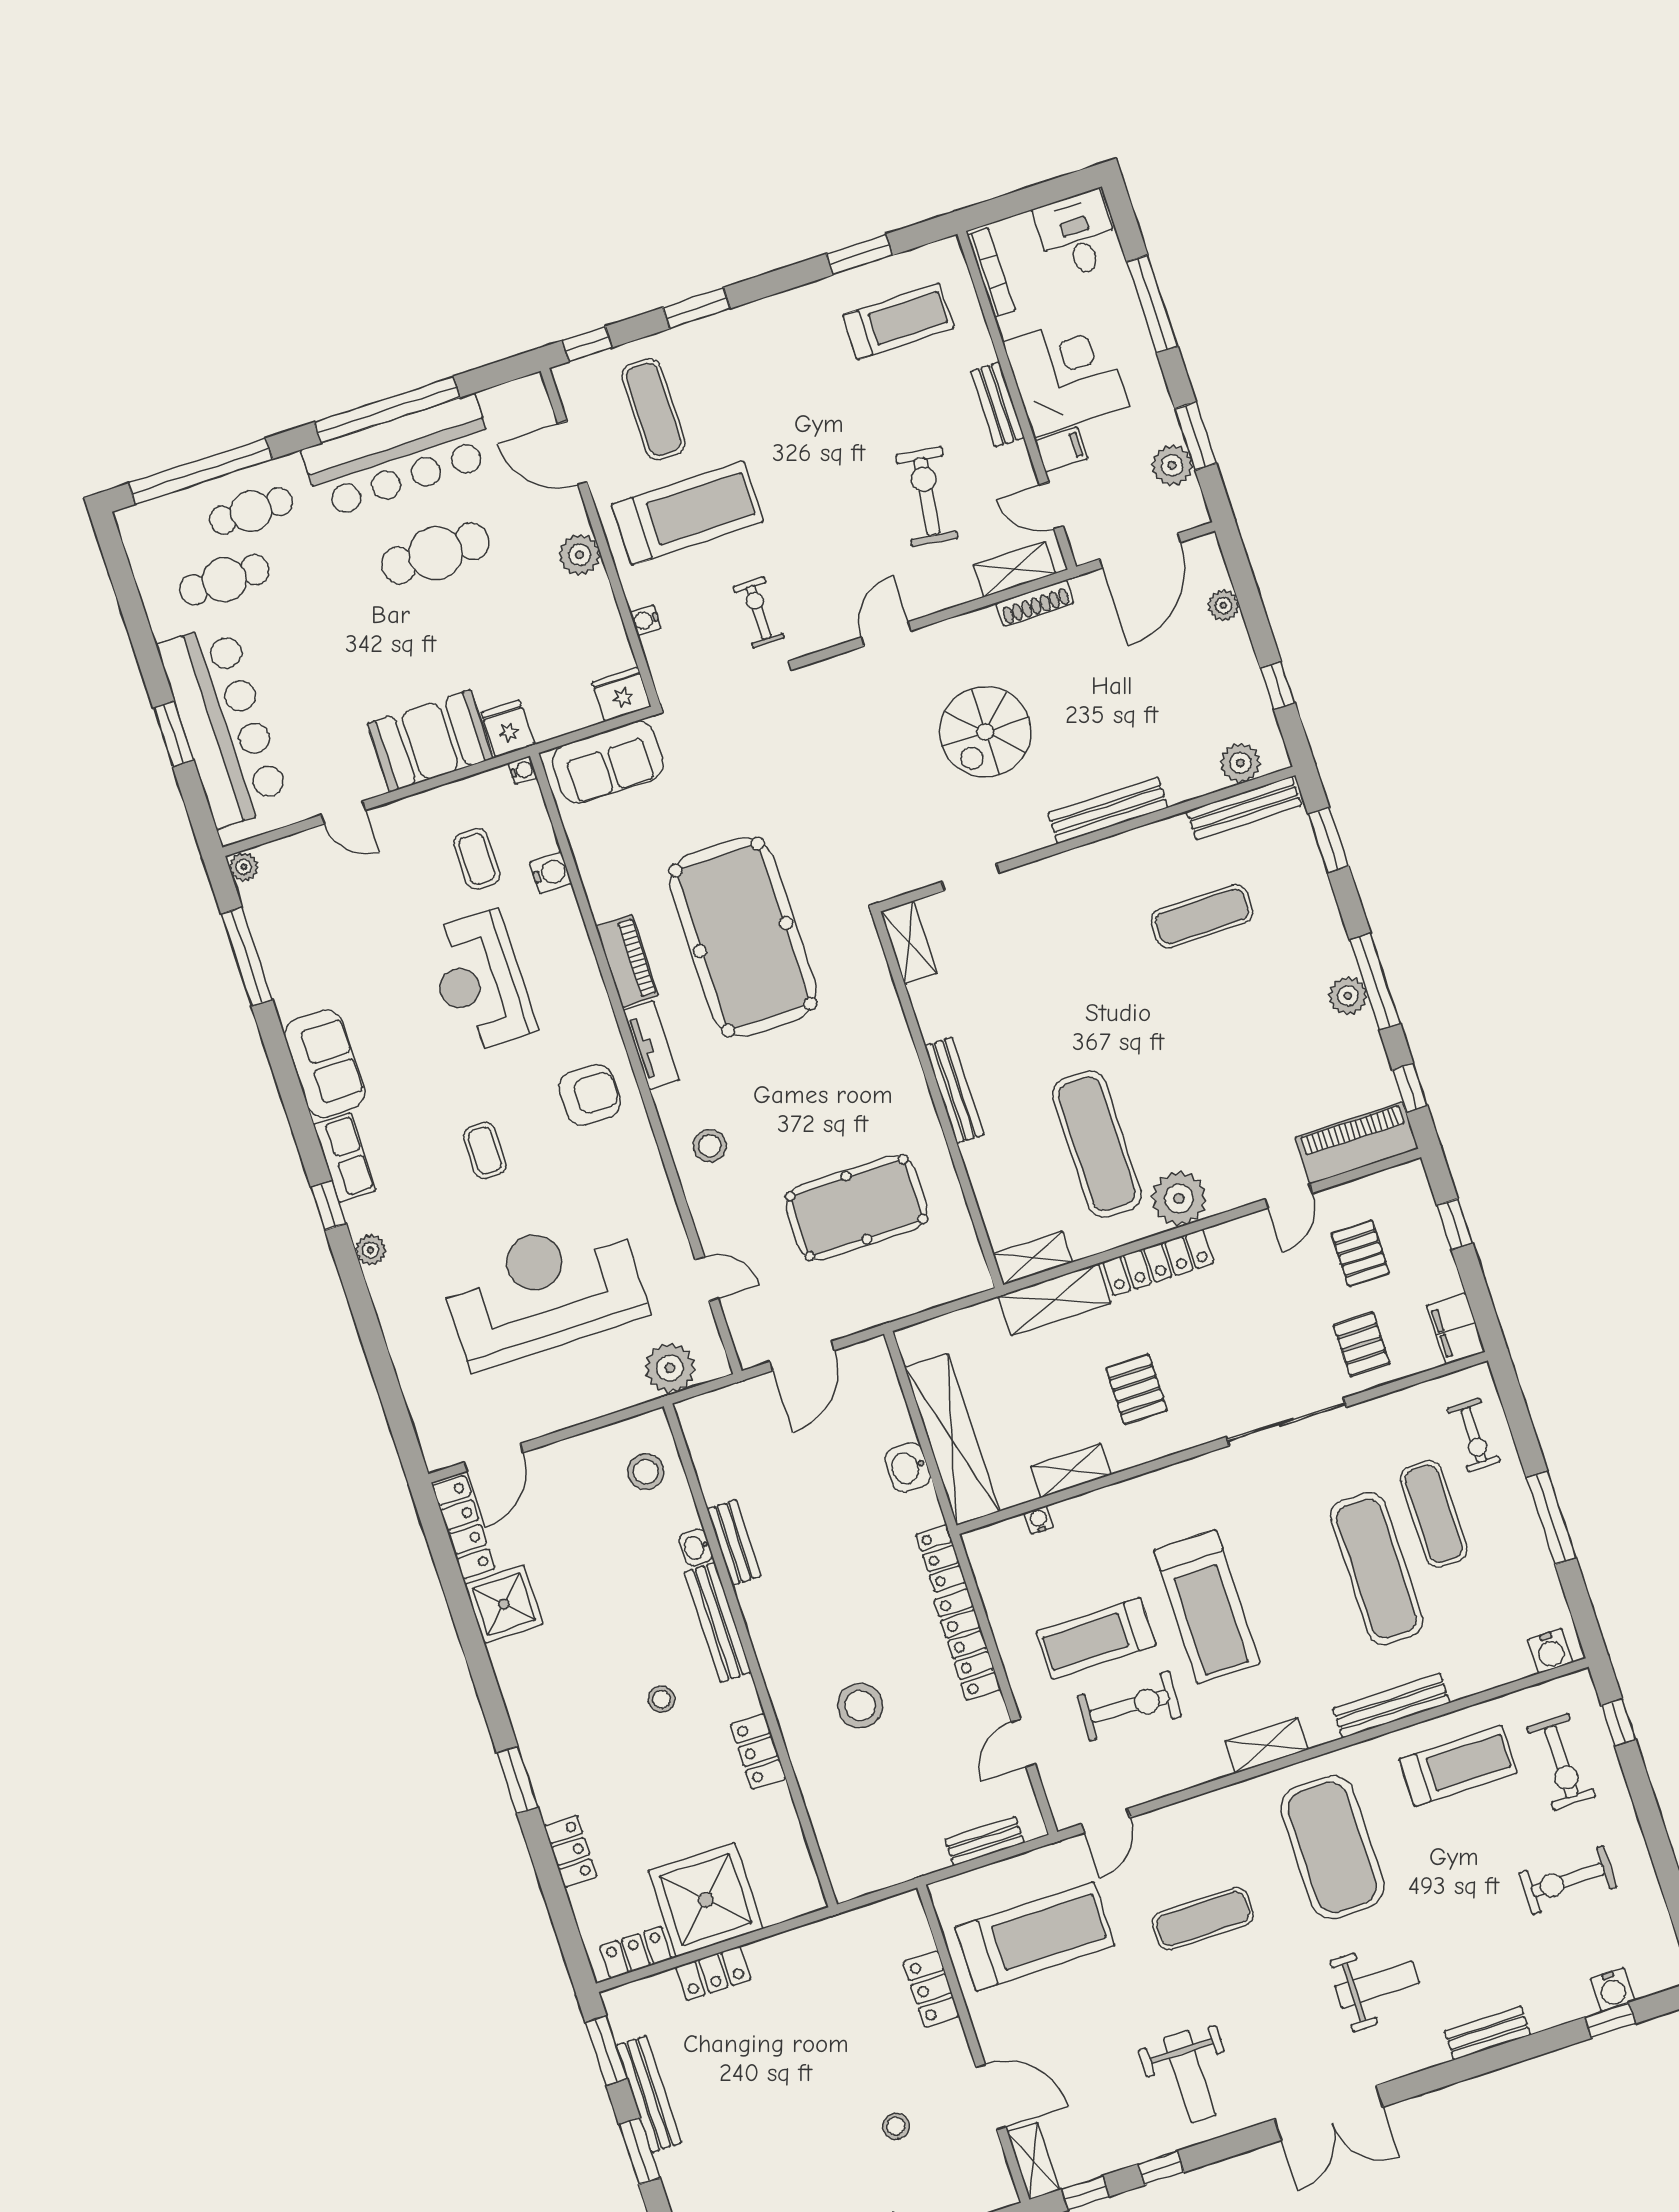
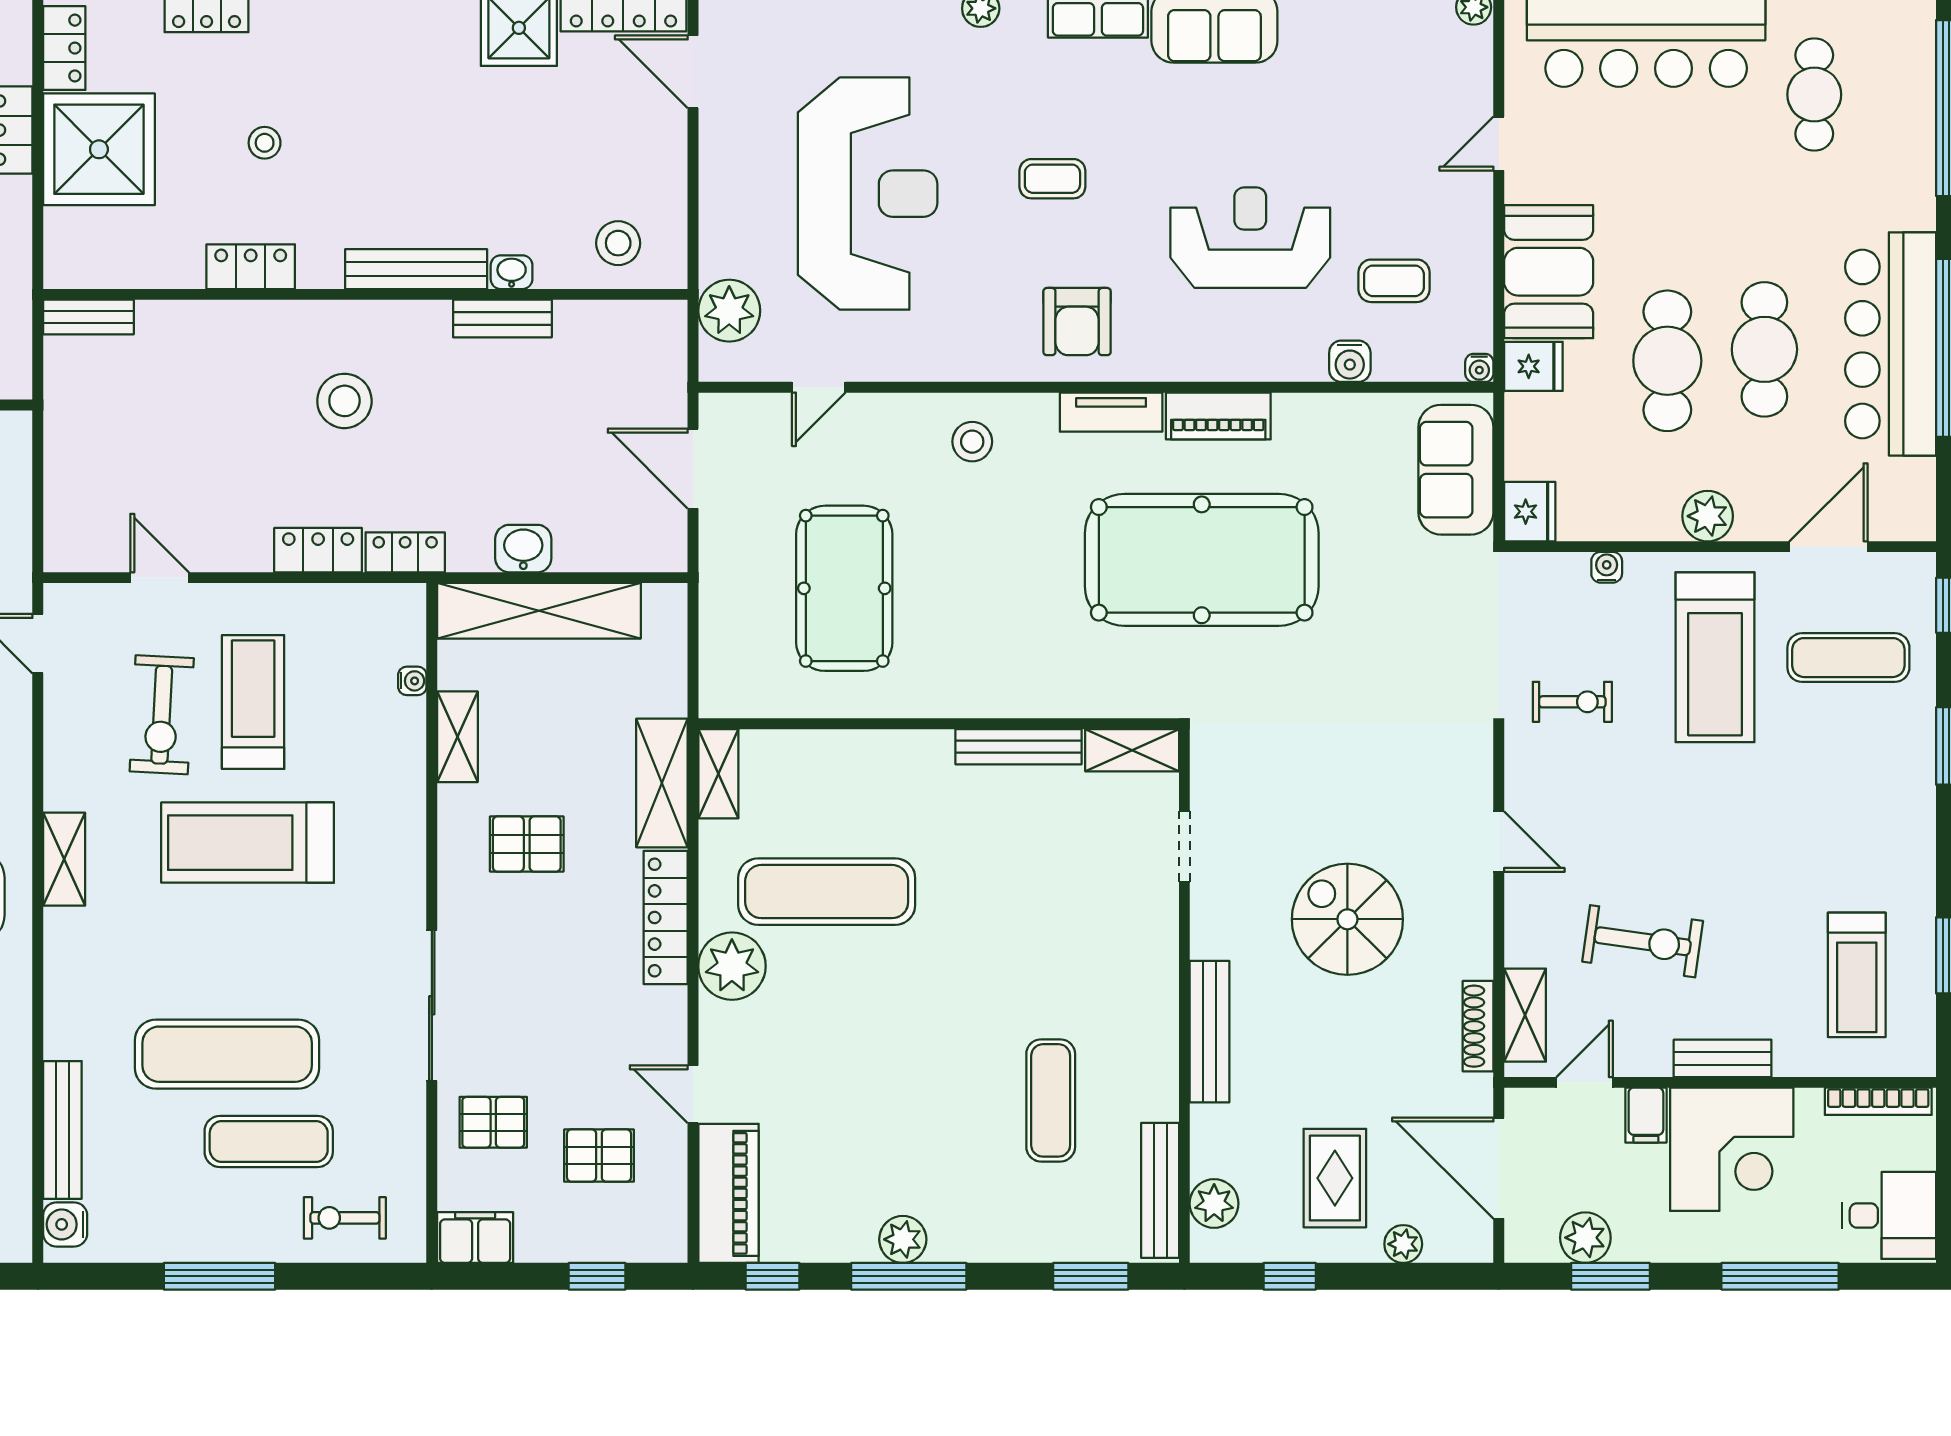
cafe table: (251, 511) -> (1667, 361), moved, width x1.37, depth x1.35
rug: (1190, 675) -> (1335, 1178), added
bench: (954, 1090) -> (1019, 747), moved
locker: (967, 1645) -> (318, 550), width x0.66
stool: (661, 1699) -> (265, 143), moved
stool: (860, 1706) -> (344, 401), moved
bench: (1391, 1706) -> (62, 1130), moved
bench: (985, 1841) -> (88, 317), moved, turned 90

